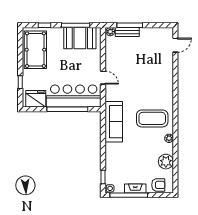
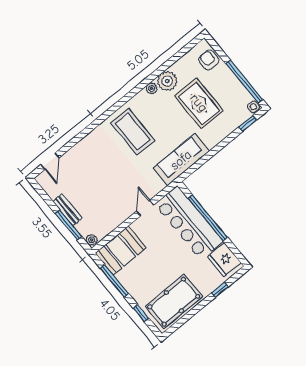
bench: (127, 32) -> (67, 210), moved
booth: (80, 38) -> (121, 250), moved, turned 90
door: (175, 45) -> (50, 161), swing flipped
coffee table: (152, 118) -> (133, 132), moved
rug: (138, 159) -> (199, 103), added
plant: (166, 162) -> (167, 81), moved
fireplace: (135, 188) -> (232, 81), removed

